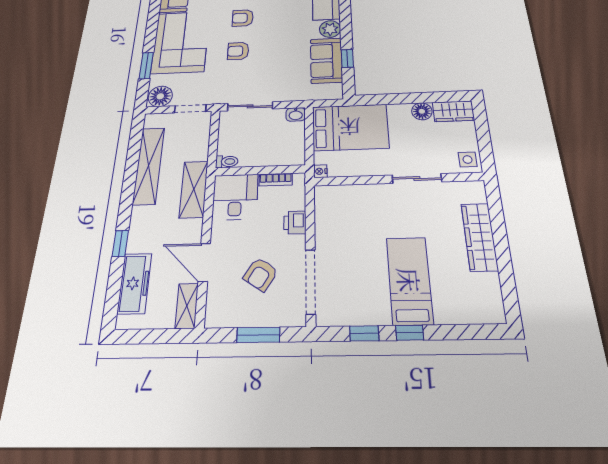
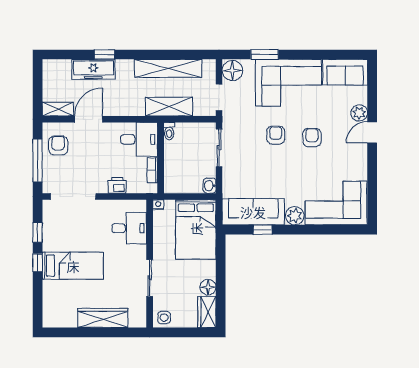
sofa: (326, 60) -> (253, 212), width x1.36
shelving: (194, 189) -> (169, 107), moved
desk: (352, 206) -> (129, 228), added
armchair: (261, 274) -> (58, 145), moved, turned 57
freezer: (135, 283) -> (93, 69), moved
window: (258, 335) -> (38, 161), width x1.44

